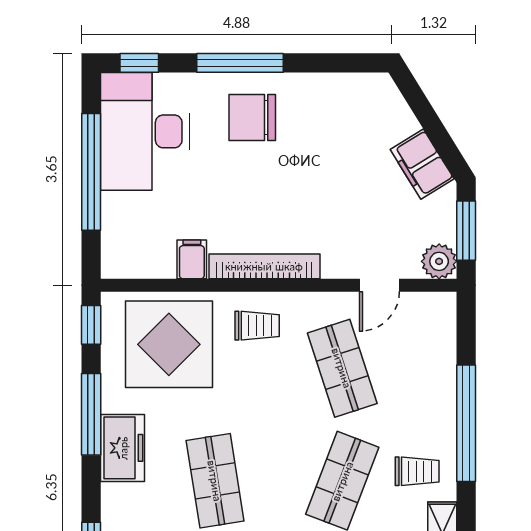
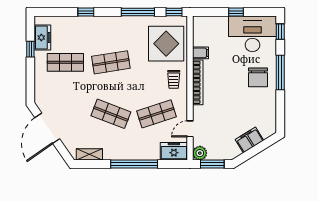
chair: (252, 117) -> (258, 77), turned 180
filing cabinet: (422, 164) -> (249, 140), moved
window: (91, 172) -> (236, 12), width x0.32
door: (379, 285) -> (190, 129), hinge flipped
freezer: (123, 448) -> (174, 151), moved, turned 180
trolley: (417, 471) -> (115, 144), removed

